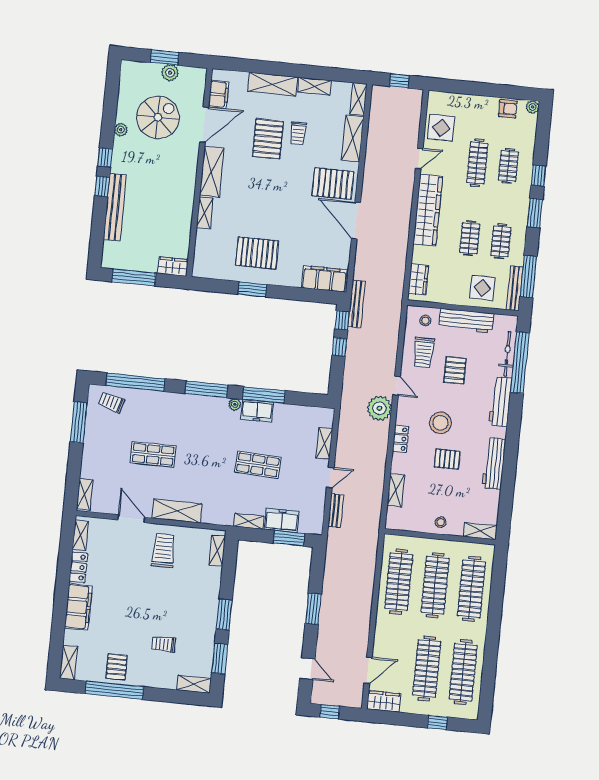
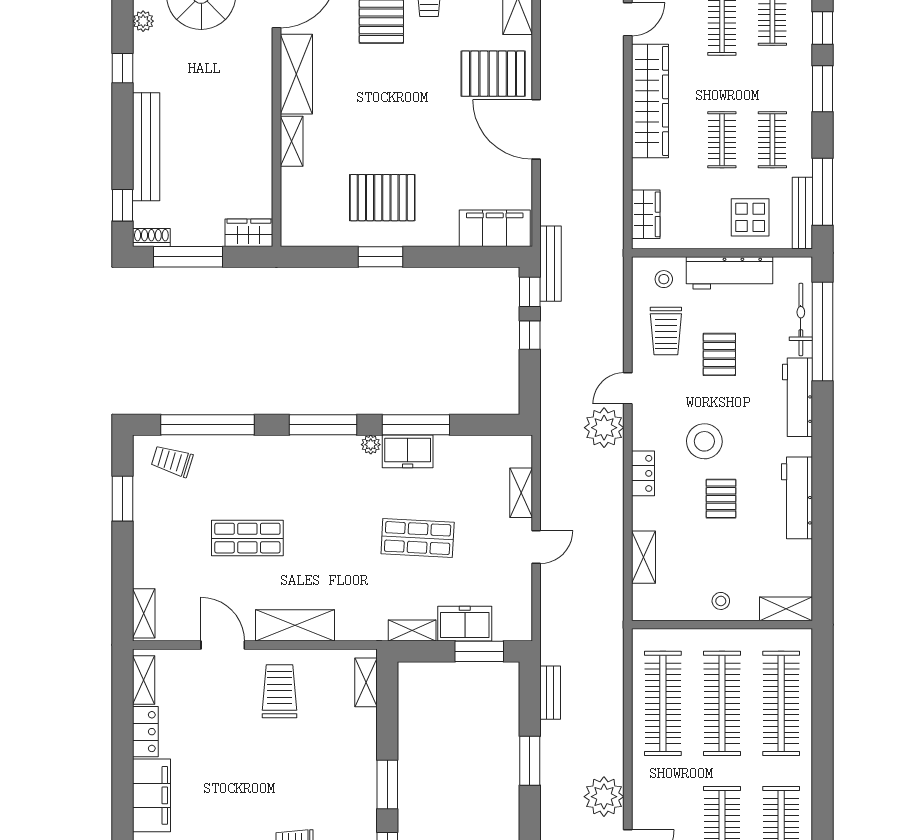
window: (102, 186) -> (122, 205), moved
shoe rack: (112, 263) -> (151, 237), added
door: (396, 386) -> (628, 388), swing flipped
window: (79, 422) -> (122, 499), width x0.69
pallet: (447, 459) -> (721, 499), turned 90
bench: (336, 511) -> (550, 693), moved
plant: (357, 635) -> (604, 797), added

